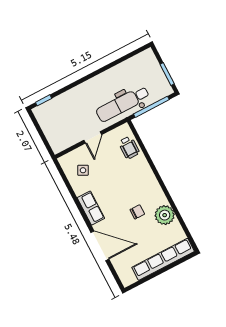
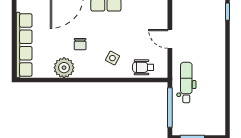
dental chair: (123, 104) -> (186, 83), width x0.73, depth x0.72
side table: (83, 170) -> (112, 58), moved

